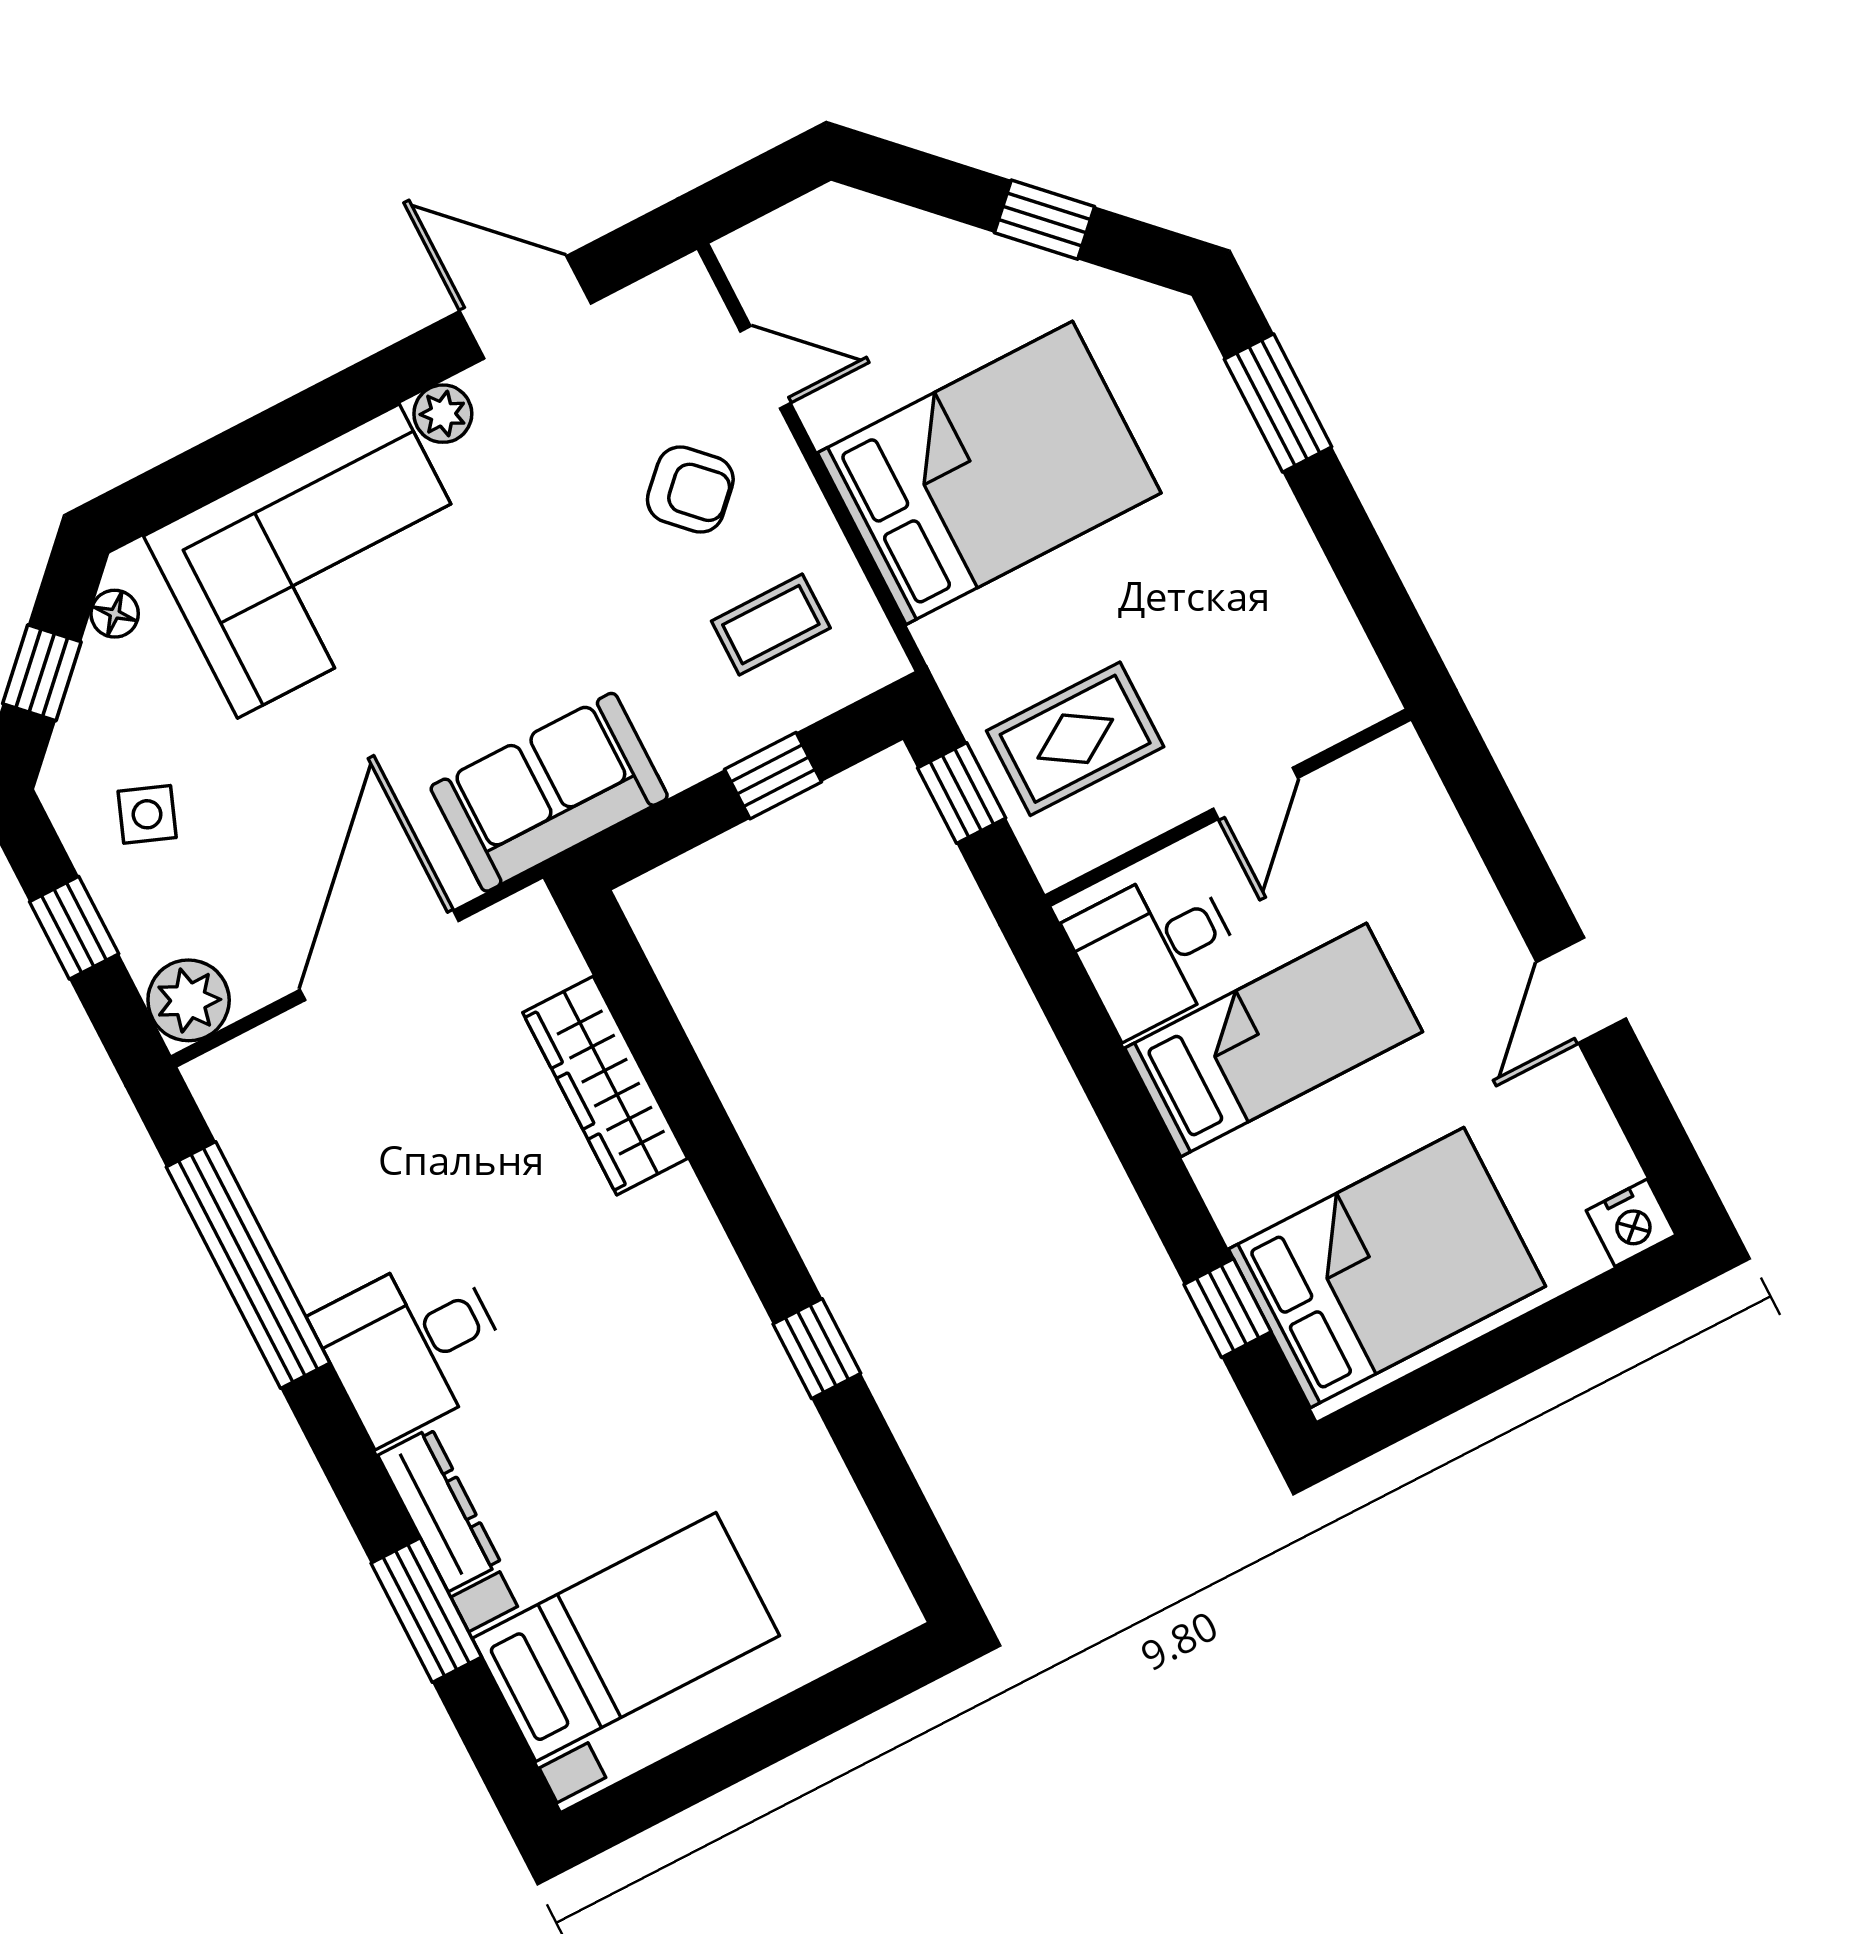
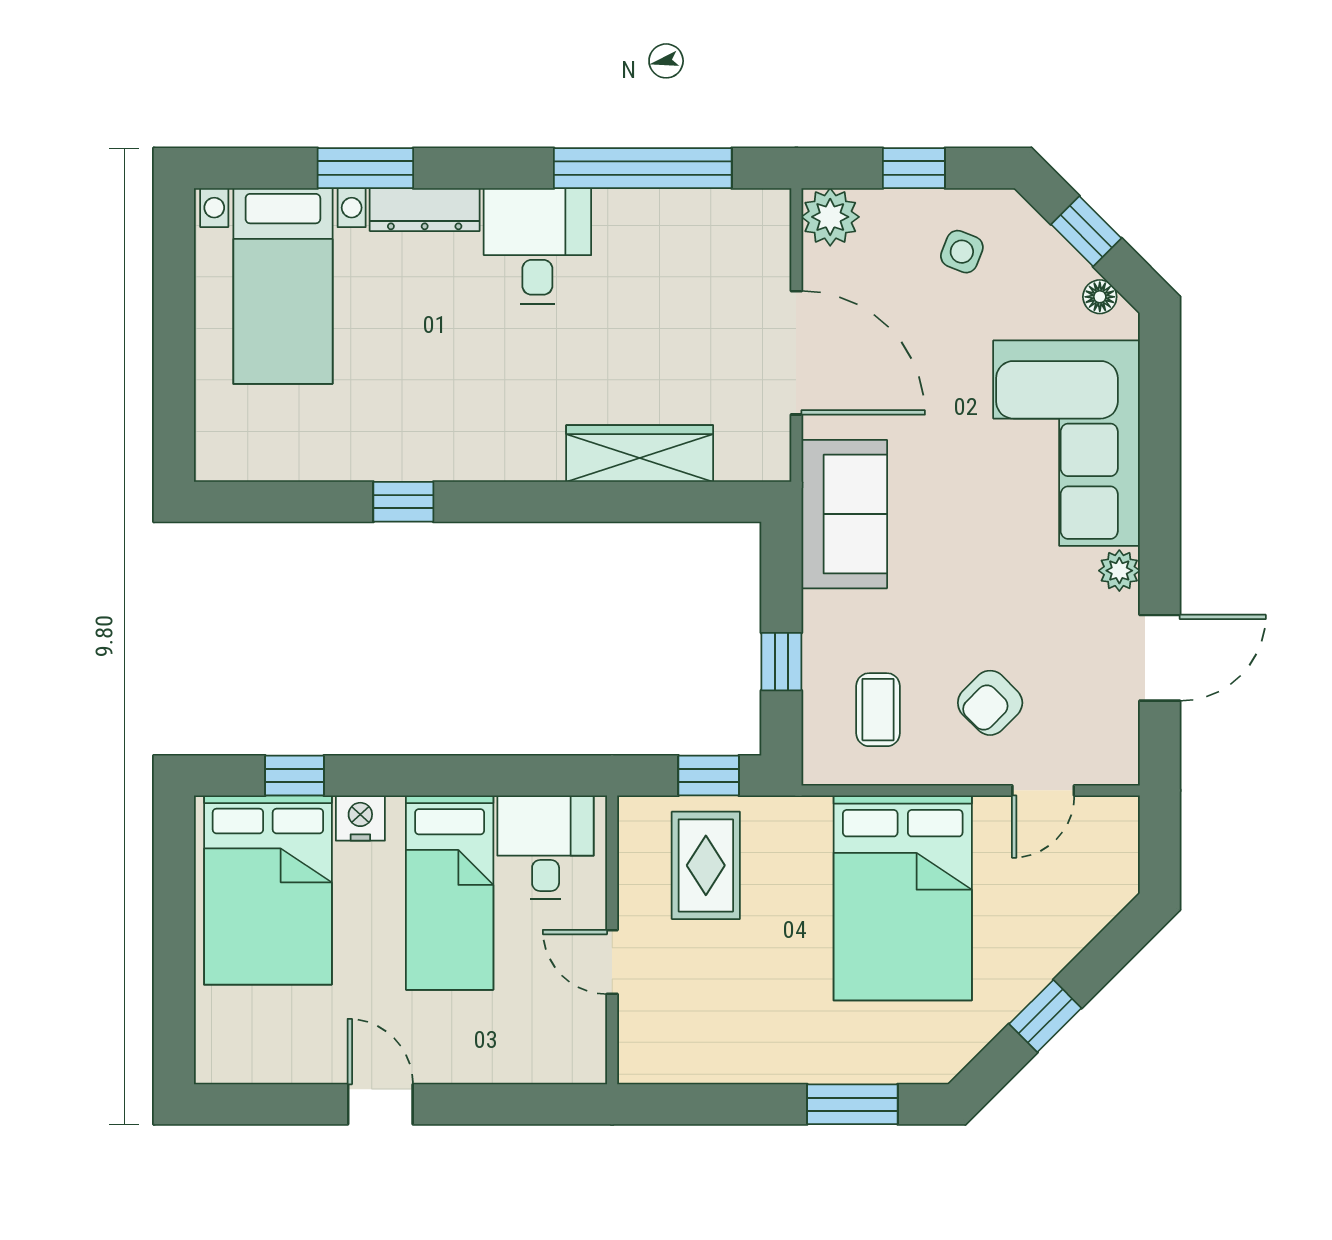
nightstand: (1631, 1223) -> (360, 818), moved, turned 90

